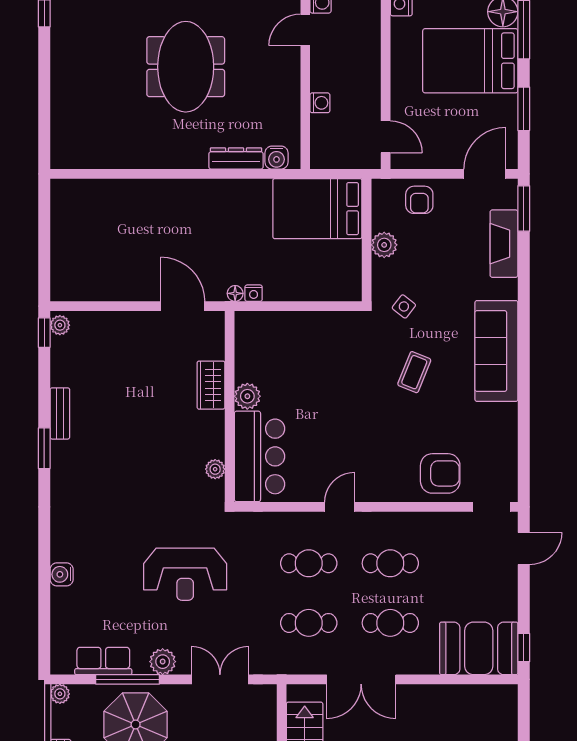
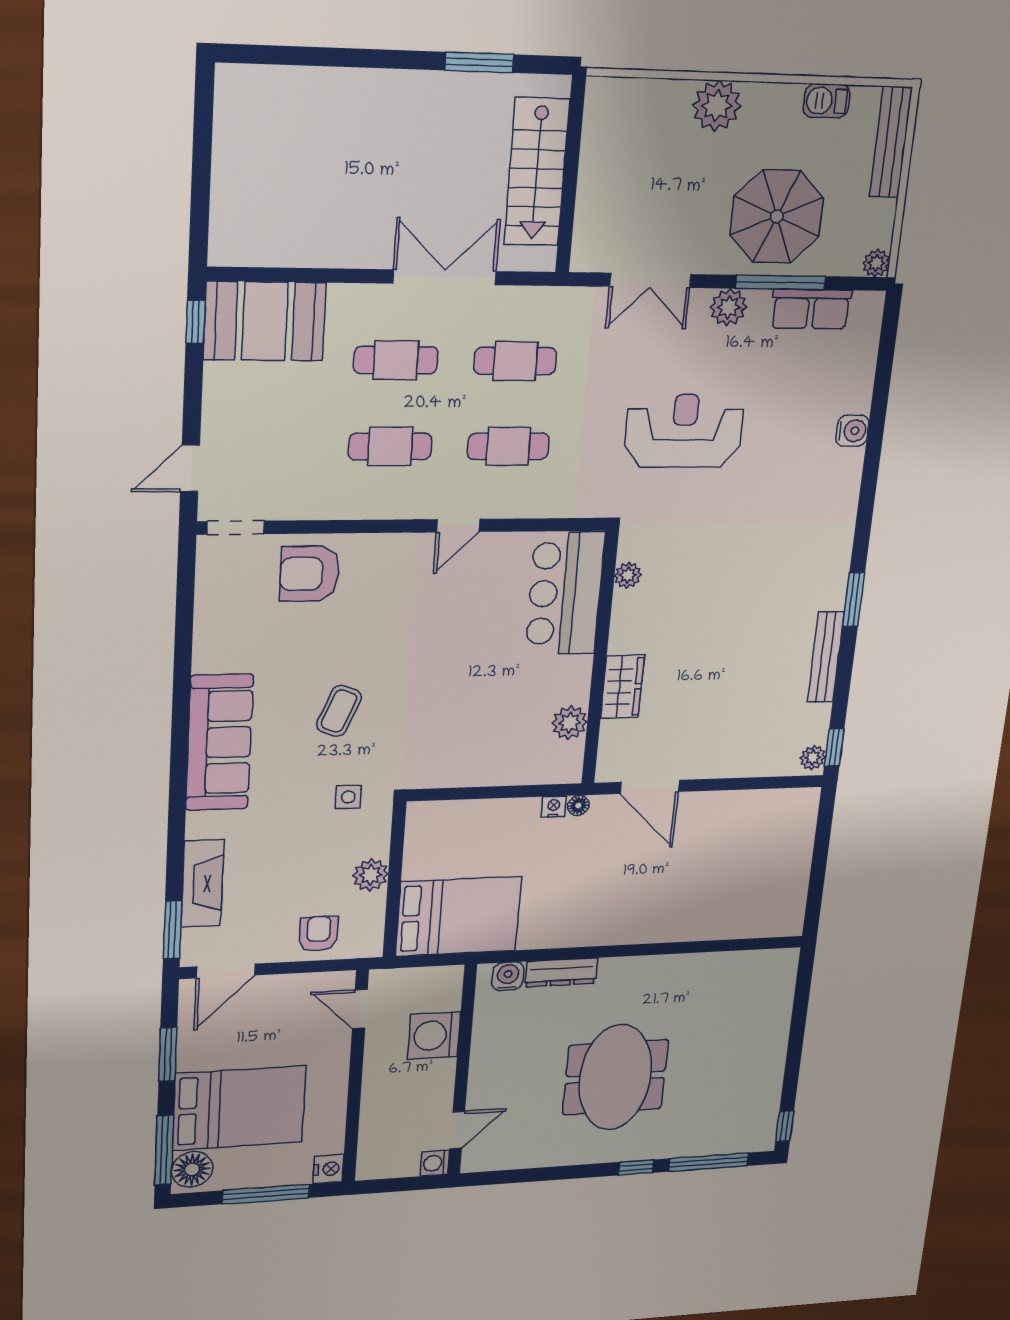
washing machine: (320, 103) -> (434, 1035), width x1.89, depth x1.89
side table: (404, 306) -> (348, 797), turned -38
plant: (247, 396) -> (570, 723), moved
bench: (60, 413) -> (826, 657), width x1.36

